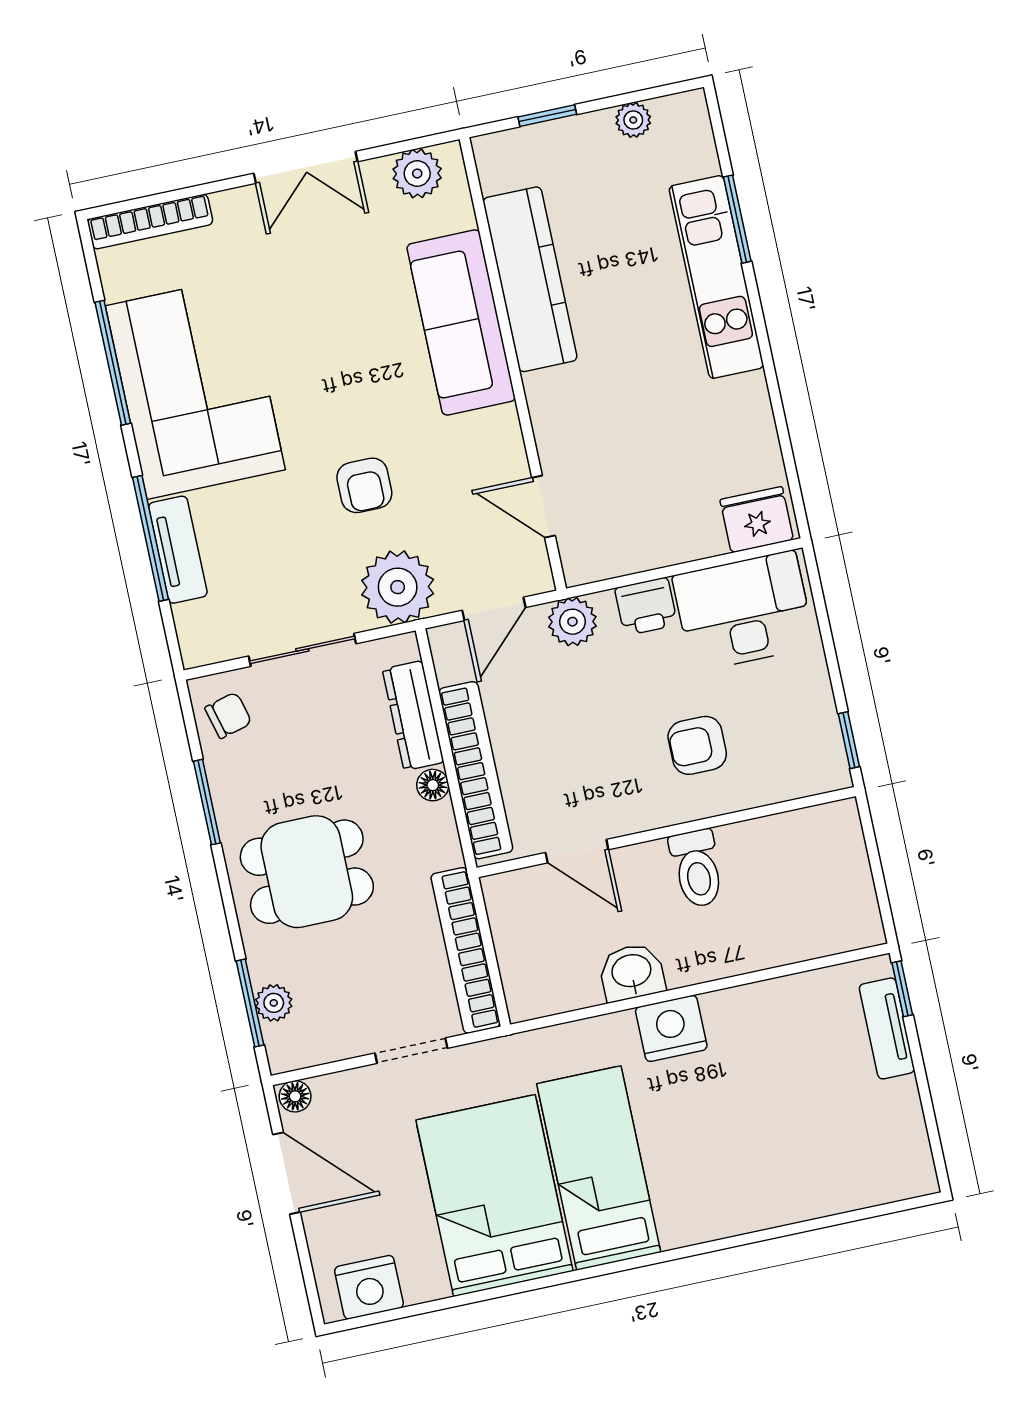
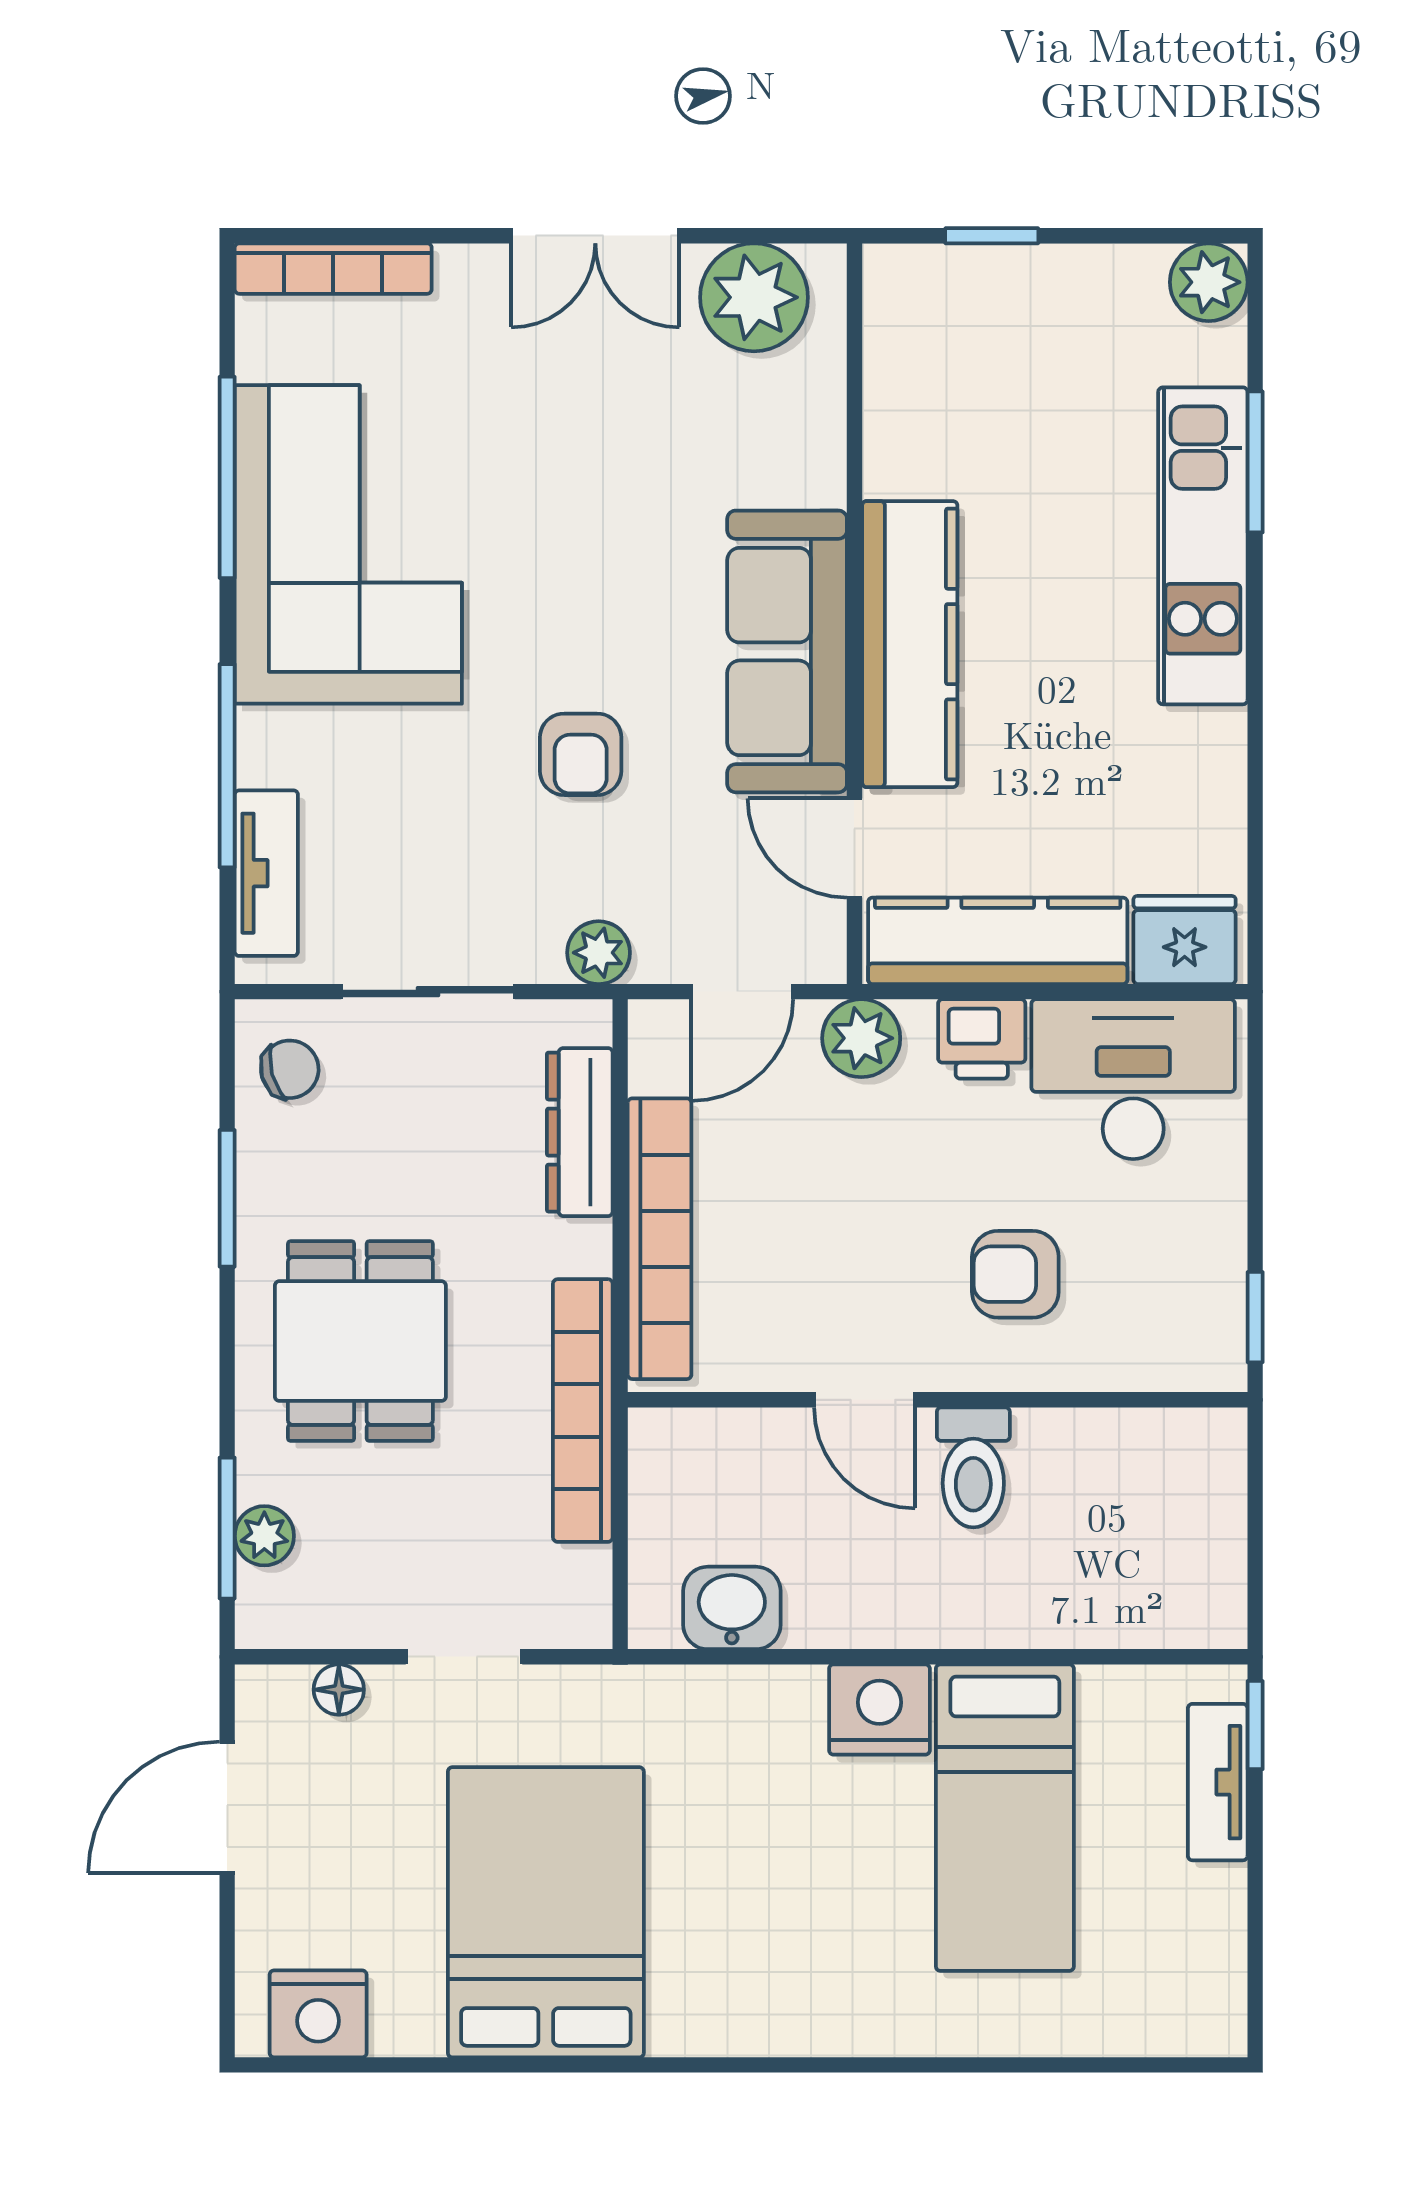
plant: (633, 120) -> (1209, 282), moved, width x1.38, depth x1.38
plant: (417, 174) -> (754, 297), width x1.36, depth x1.36
kitchen counter: (530, 279) -> (910, 644), moved
sofa: (461, 322) -> (787, 651), moved
kitchen counter: (643, 545) -> (998, 941), added
tv unit: (178, 550) -> (266, 873), moved
plant: (398, 587) -> (599, 953), width x0.53, depth x0.53
floor lamp: (433, 785) -> (587, 1248), removed
door: (577, 851) -> (865, 1400), moved
dining table: (307, 872) -> (360, 1341), turned 90
bookcase: (465, 950) -> (583, 1411), moved
washbasin: (632, 972) -> (732, 1608), moved
floor lamp: (295, 1096) -> (339, 1690), moved
bed: (599, 1168) -> (1005, 1818), moved, turned 180
door: (287, 1173) -> (227, 1807), swing flipped

